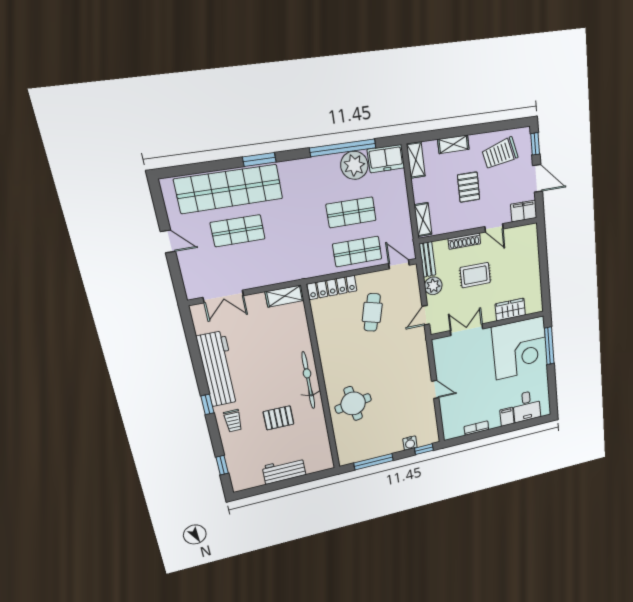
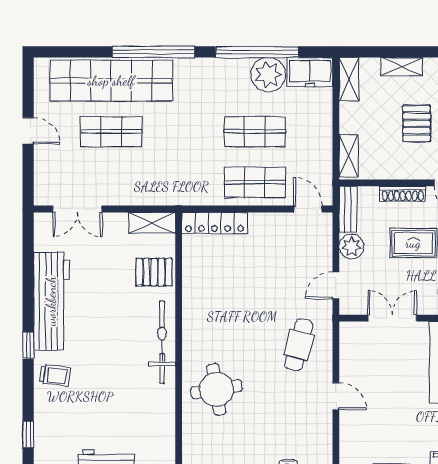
window: (259, 160) -> (153, 52), width x2.11
cafe table: (372, 312) -> (299, 345), moved
pallet: (278, 418) -> (154, 272), moved
trolley: (233, 421) -> (55, 375), turned -83

